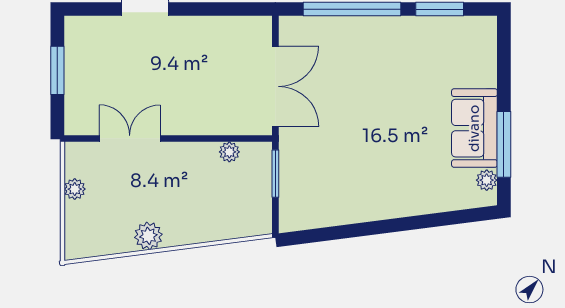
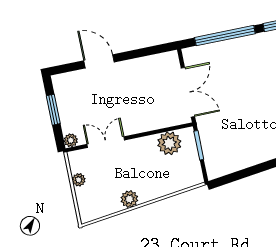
plant: (75, 124) -> (71, 140), added
plant: (229, 152) -> (169, 143), width x1.88, depth x1.88

